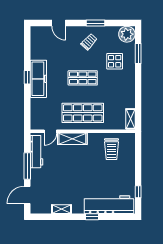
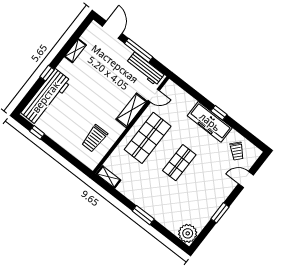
trolley: (89, 42) -> (237, 151), moved
window: (138, 54) -> (143, 215), moved
display table: (115, 61) -> (172, 203), removed
door: (50, 131) -> (154, 96), swing flipped
trolley: (111, 149) -> (94, 138), turned -90

